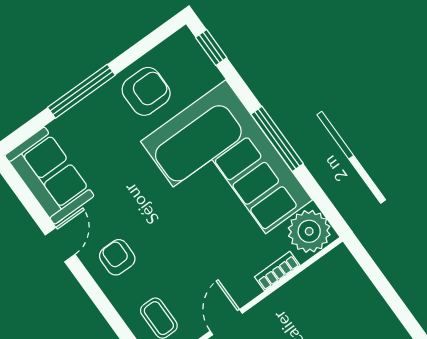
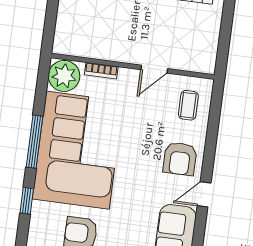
window: (211, 47) -> (27, 201), moved
armchair: (117, 257) -> (180, 159), width x1.38, depth x1.38

